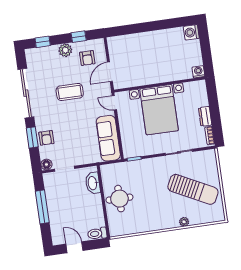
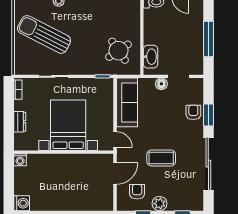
dresser: (205, 116) -> (20, 122), moved
floor lamp: (46, 164) -> (161, 84), moved
round table: (119, 199) -> (119, 51), moved, turned -34

